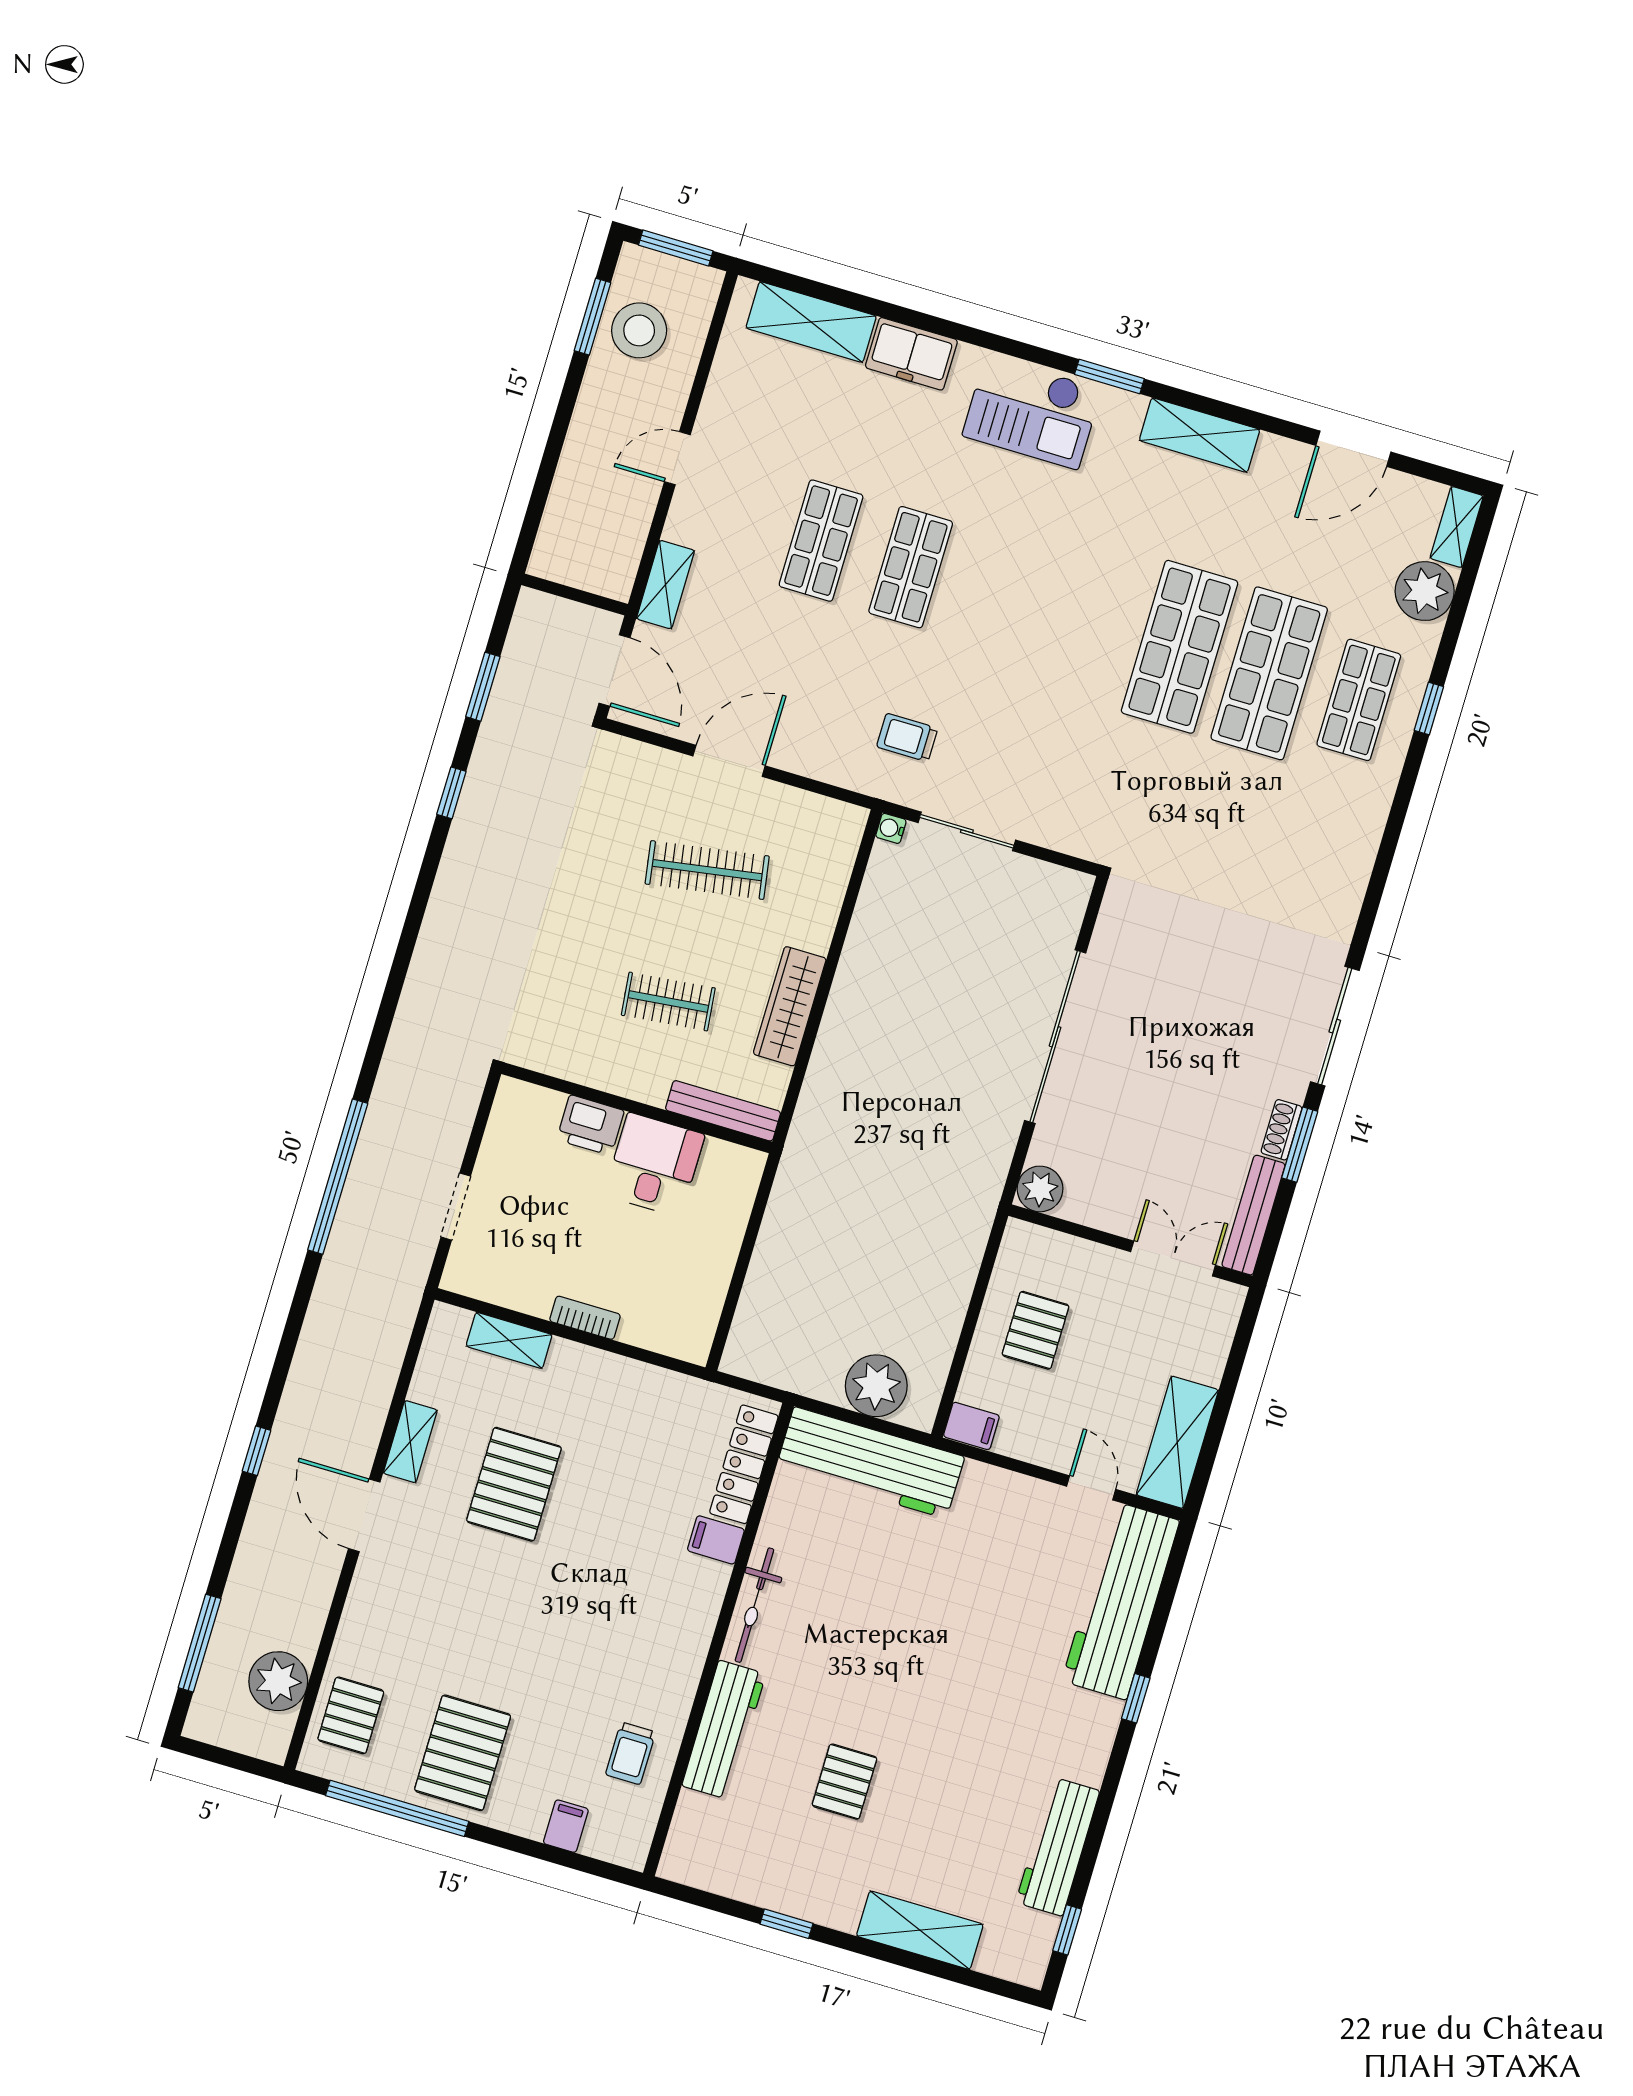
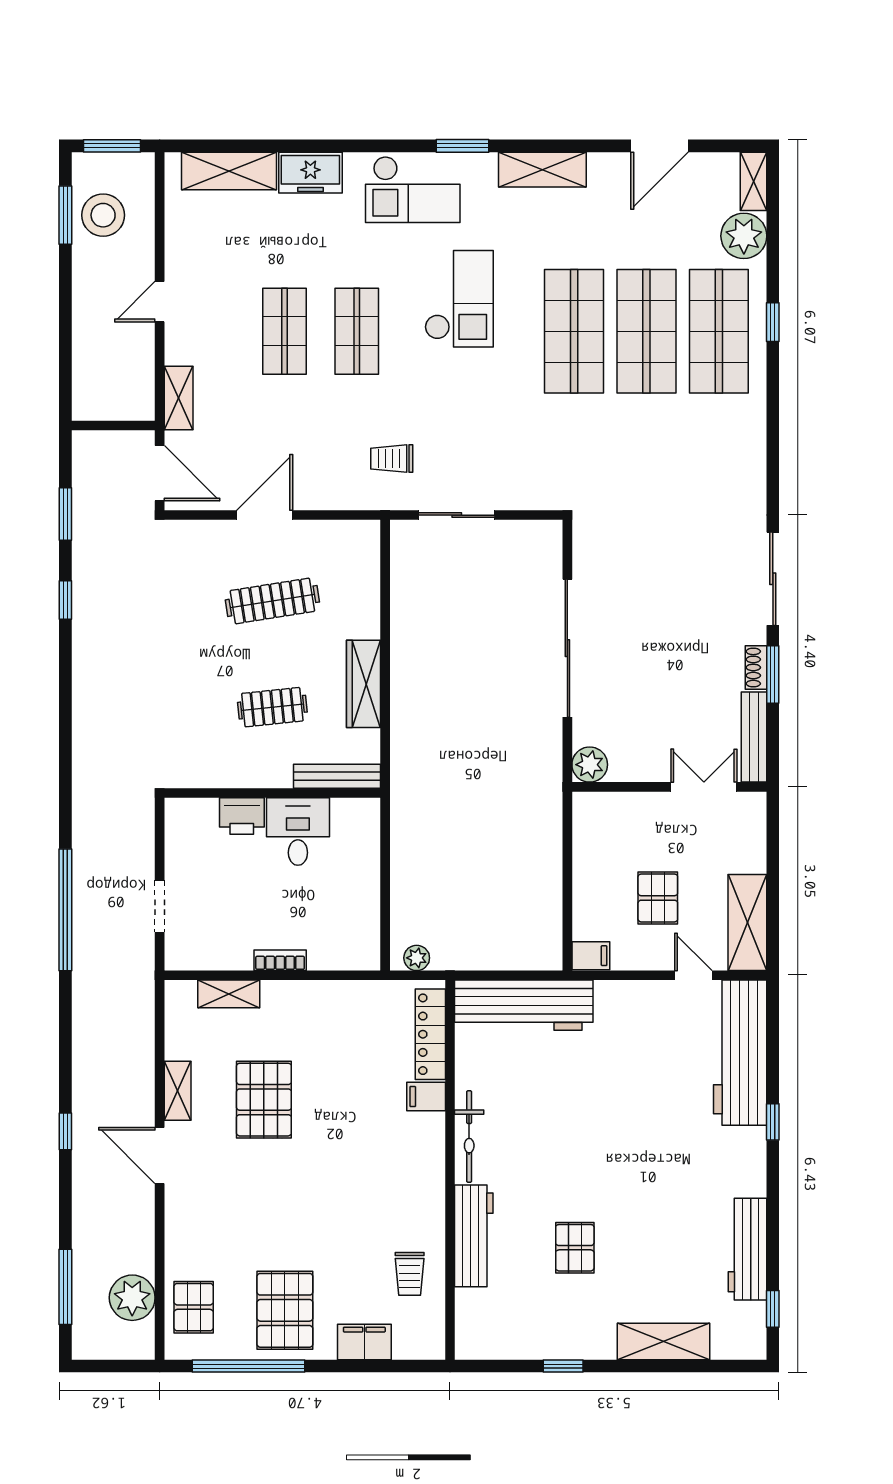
checkout: (1049, 565) -> (459, 299), added
shop shelf: (1359, 700) -> (719, 331), width x1.43, depth x1.36
water cooler: (891, 828) -> (400, 530), removed
pallet: (1036, 1330) -> (658, 898), moved
plant: (876, 1386) -> (417, 958), moved, width x0.53, depth x0.53
filing cabinet: (566, 1826) -> (364, 1342), width x2.00

